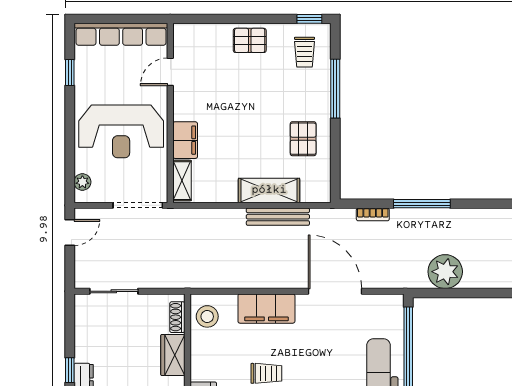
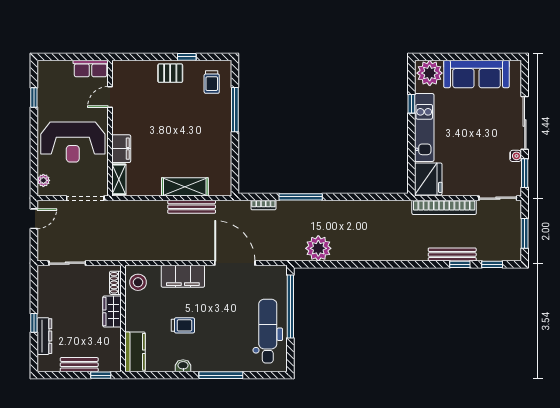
window: (309, 19) -> (187, 57), moved
row of seats: (121, 34) -> (91, 68), width x0.50
pallet: (303, 139) -> (211, 148), removed

